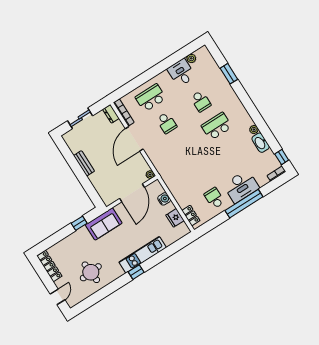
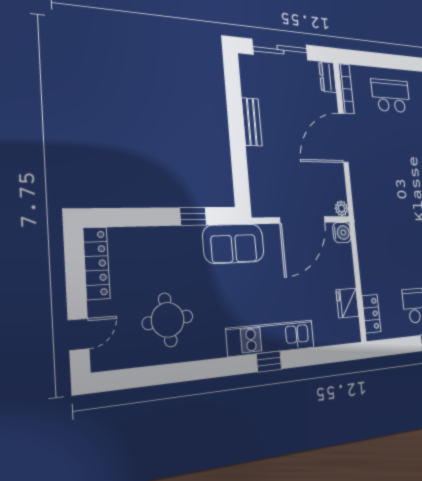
sliding door: (80, 118) -> (280, 50), width x1.37
school desk: (167, 123) -> (396, 147), removed
water cooler: (164, 199) -> (342, 233), moved
window: (136, 272) -> (269, 362), moved

